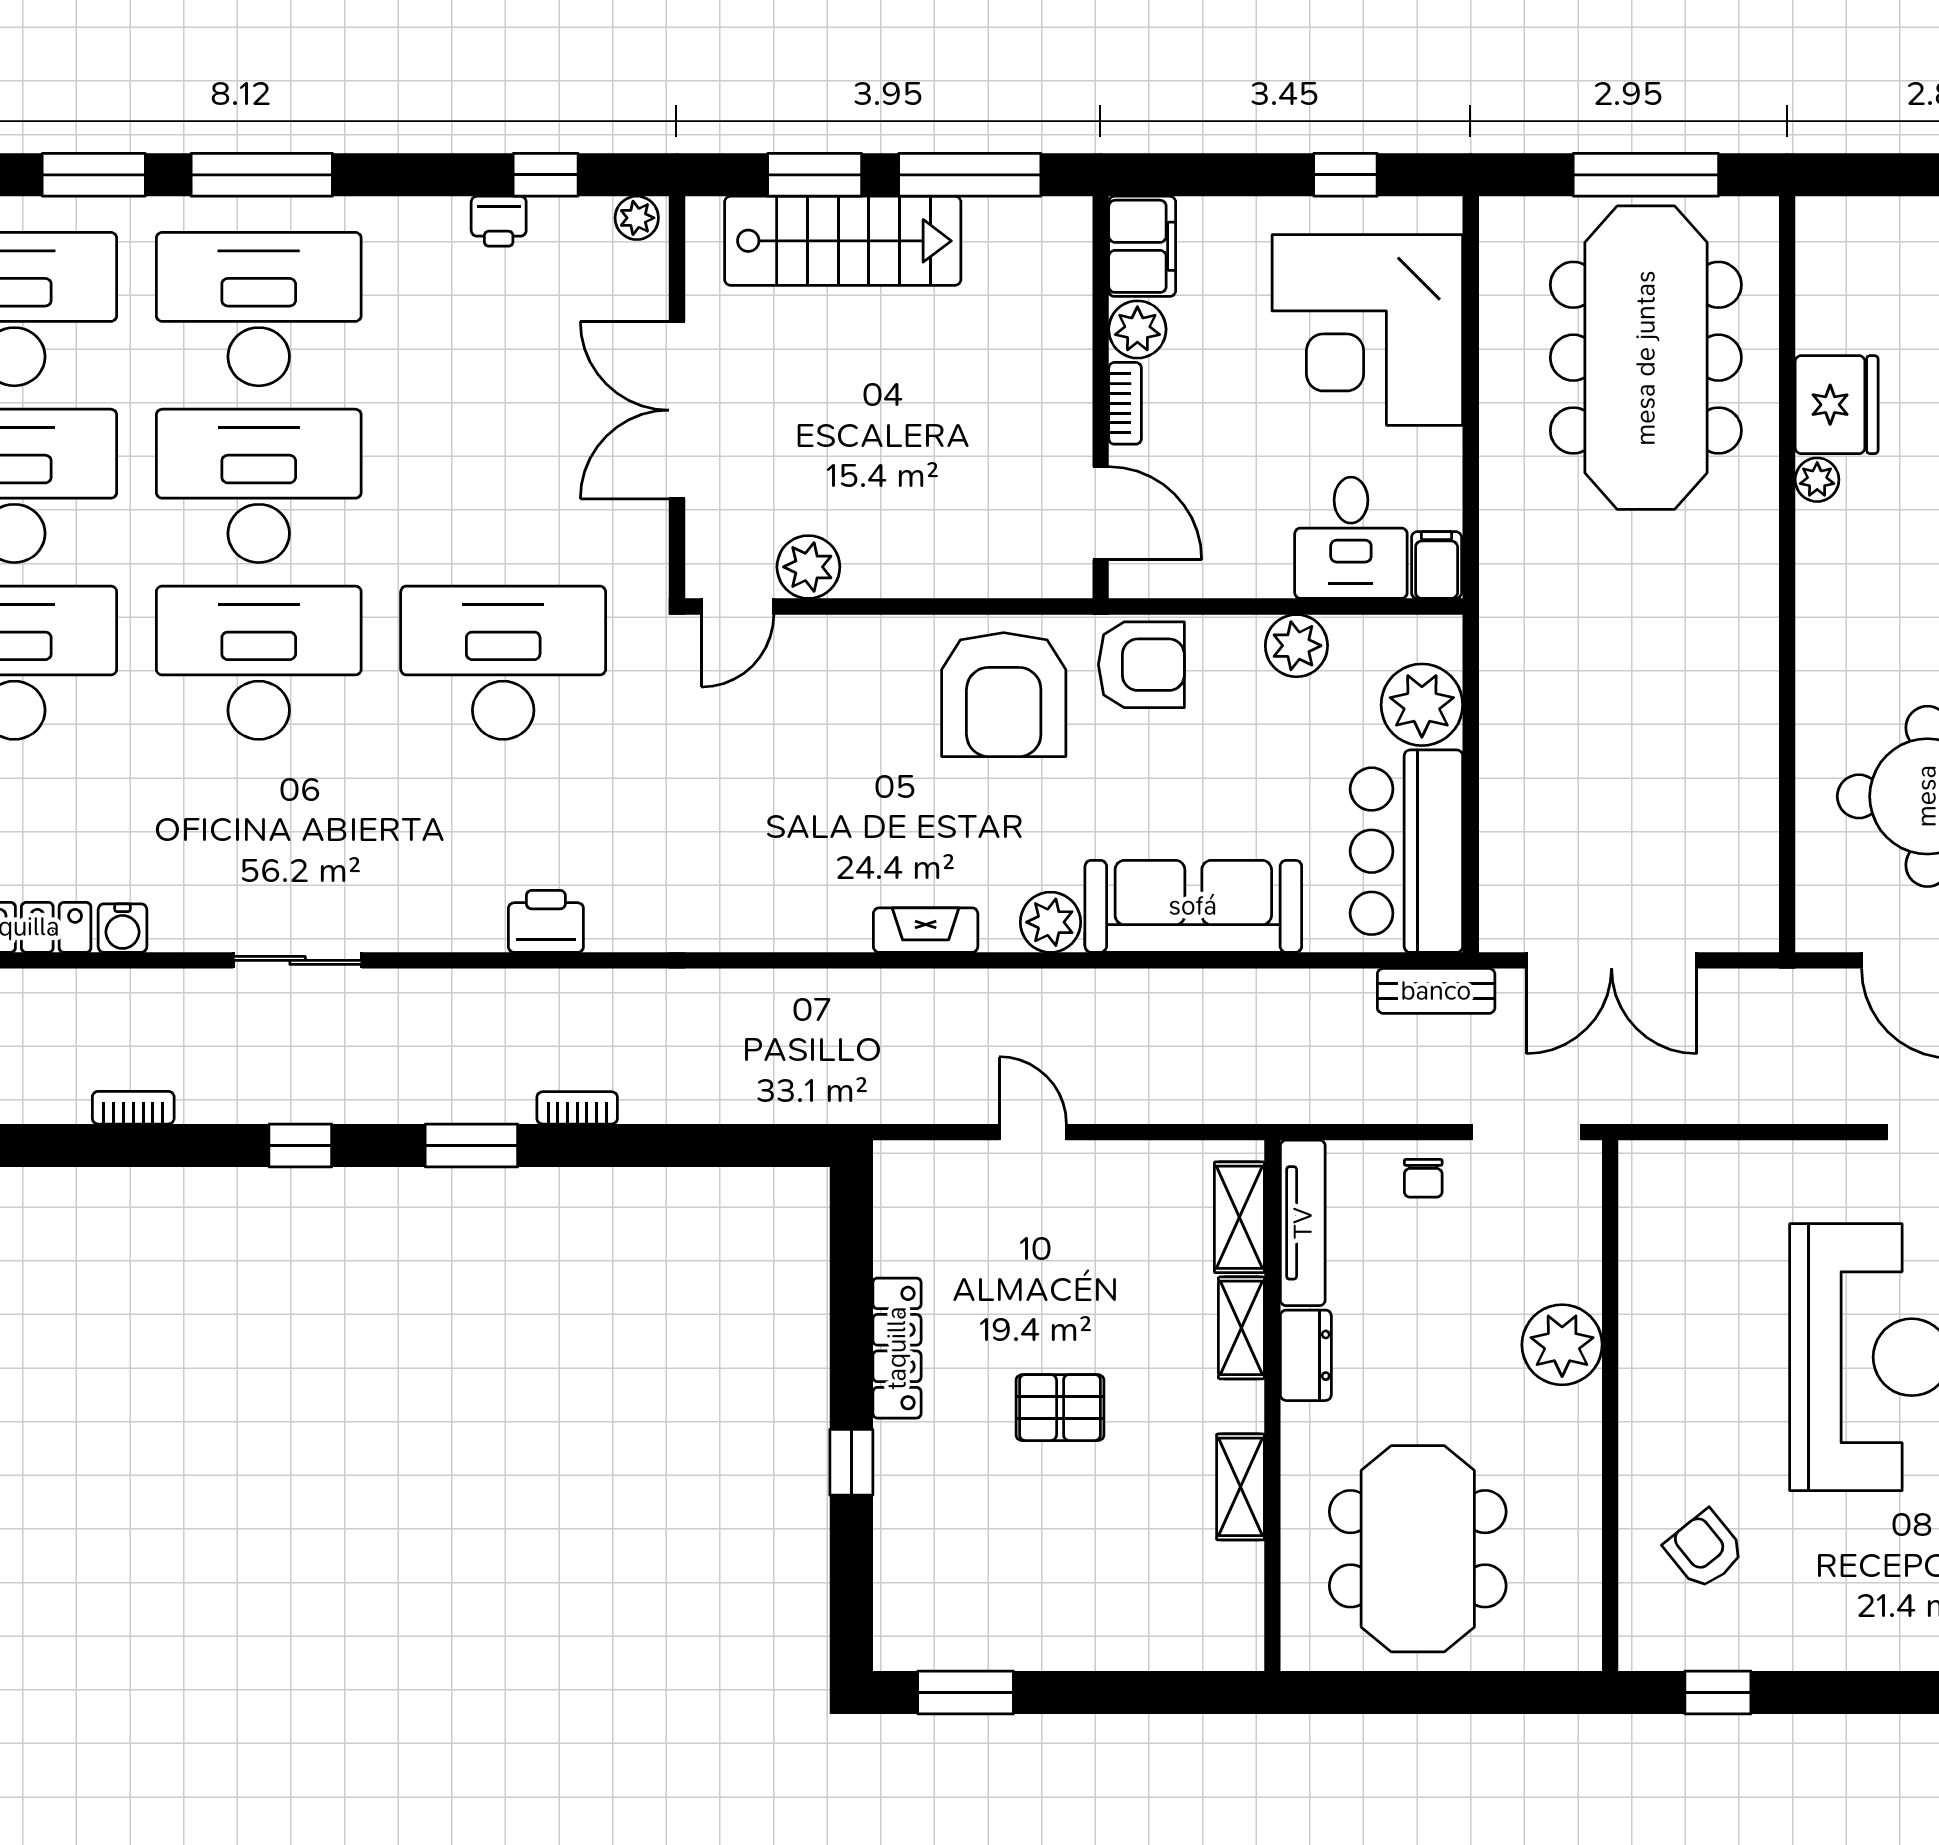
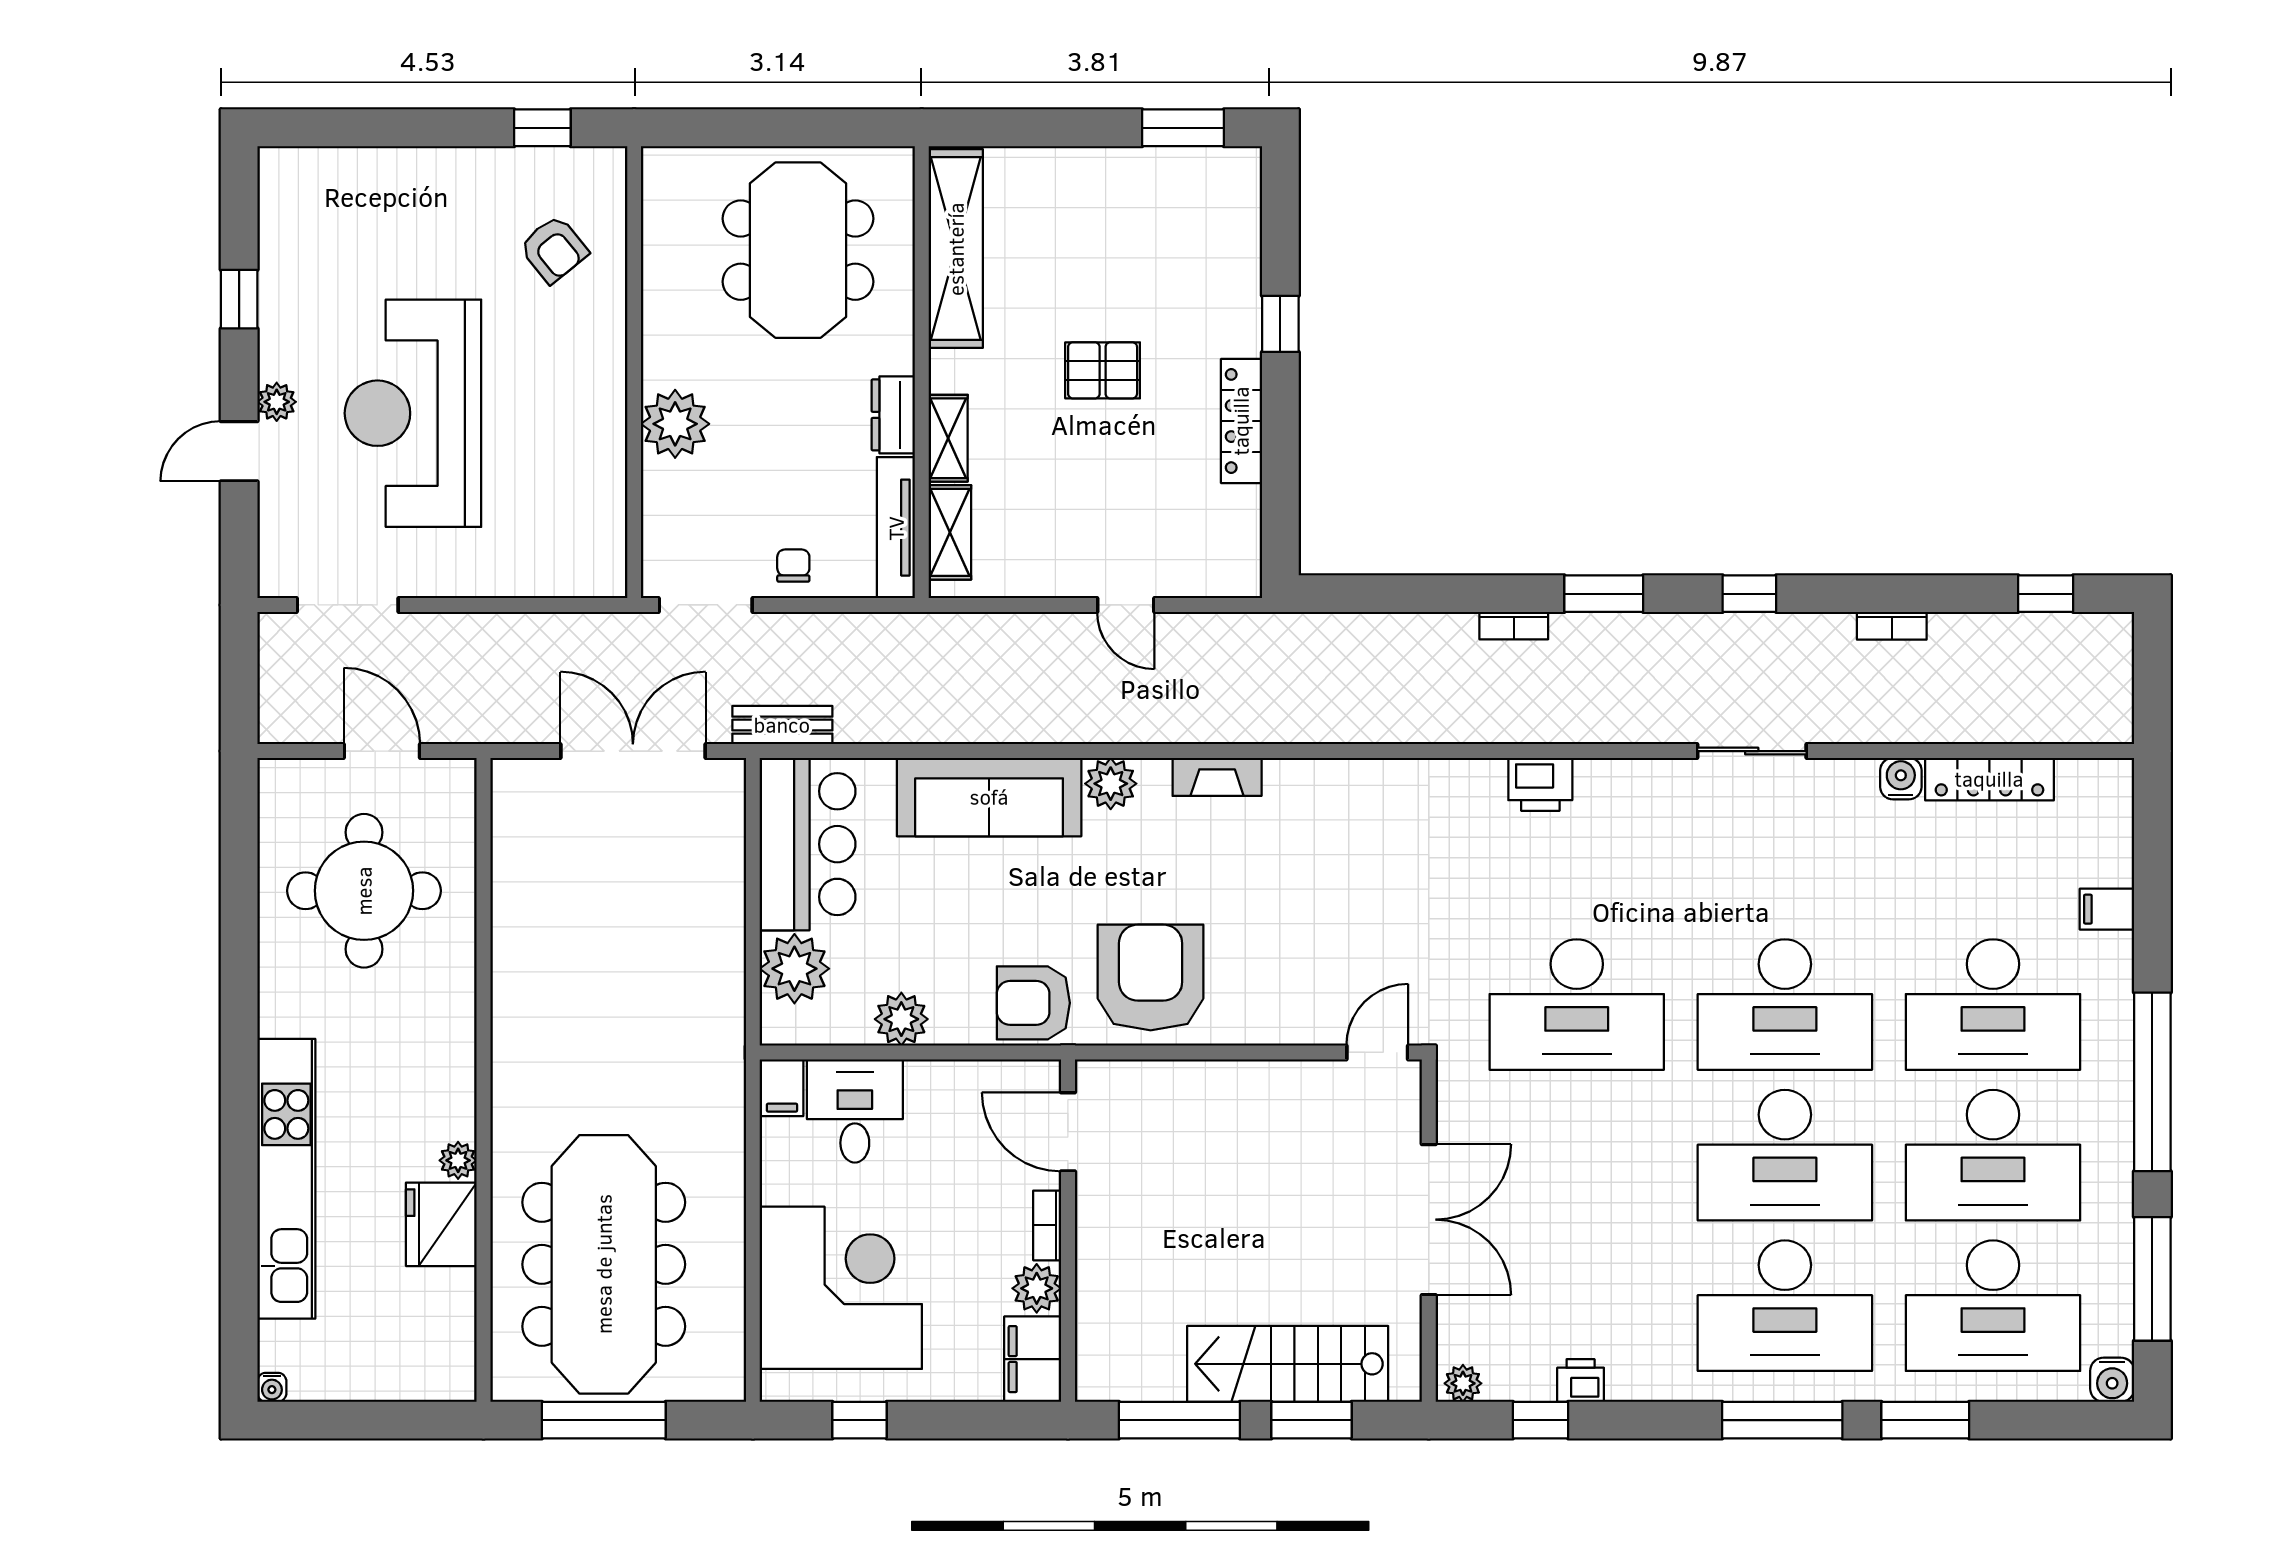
plant: (808, 567) -> (1317, 1086), removed
shelving: (1240, 1487) -> (956, 249), width x2.20, depth x1.33

